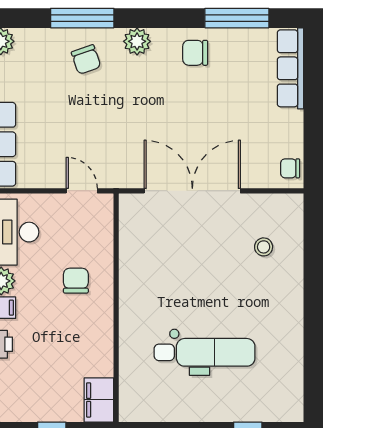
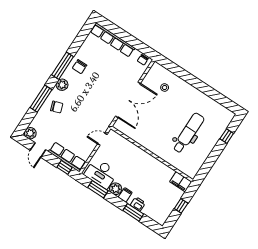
window: (237, 18) -> (63, 66), moved
row of seats: (290, 68) -> (113, 40), width x1.36
double door: (192, 191) -> (128, 100), swing flipped
chair: (76, 281) -> (133, 162), removed

